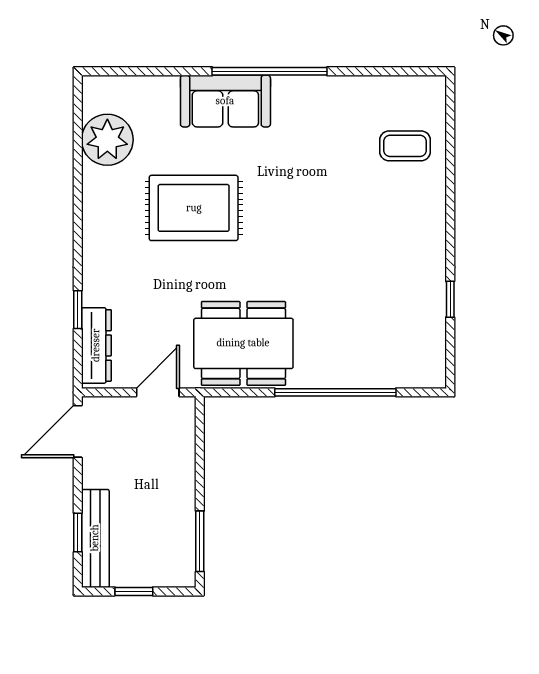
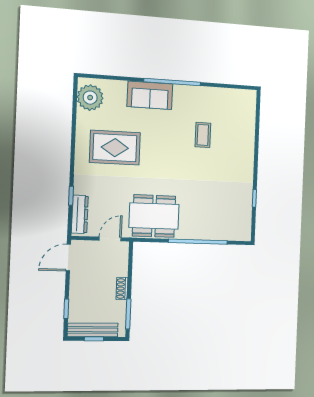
plant: (107, 140) -> (90, 98), moved
coffee table: (405, 146) -> (203, 135), moved, turned 90
rug: (194, 208) -> (115, 148), moved
shoe rack: (185, 491) -> (122, 289), added
bench: (95, 538) -> (93, 330), moved, turned 90

